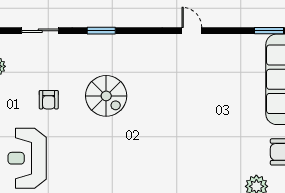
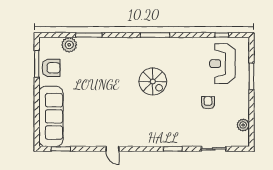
spiral stairs: (106, 96) -> (153, 81), moved, turned 180
reception desk: (27, 158) -> (222, 64), turned 180

